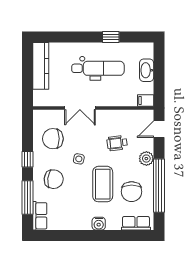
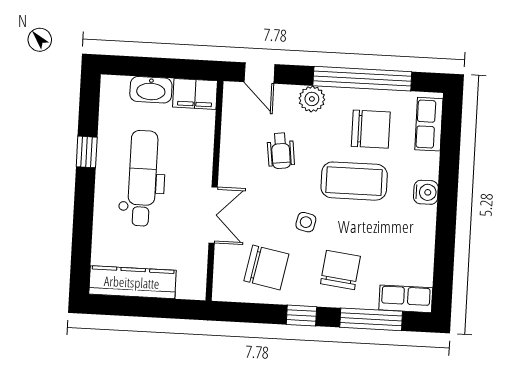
filing cabinet: (146, 100) -> (195, 94), width x2.00
chair: (53, 139) -> (266, 267), turned -79

